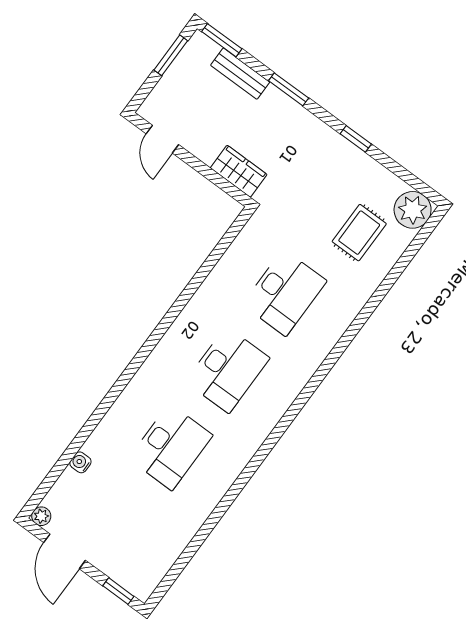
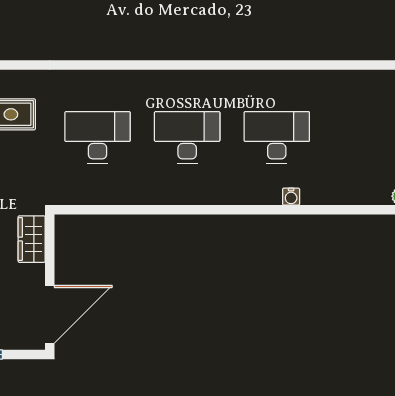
door: (162, 139) -> (50, 314), width x1.87
water cooler: (80, 462) -> (291, 197), moved

